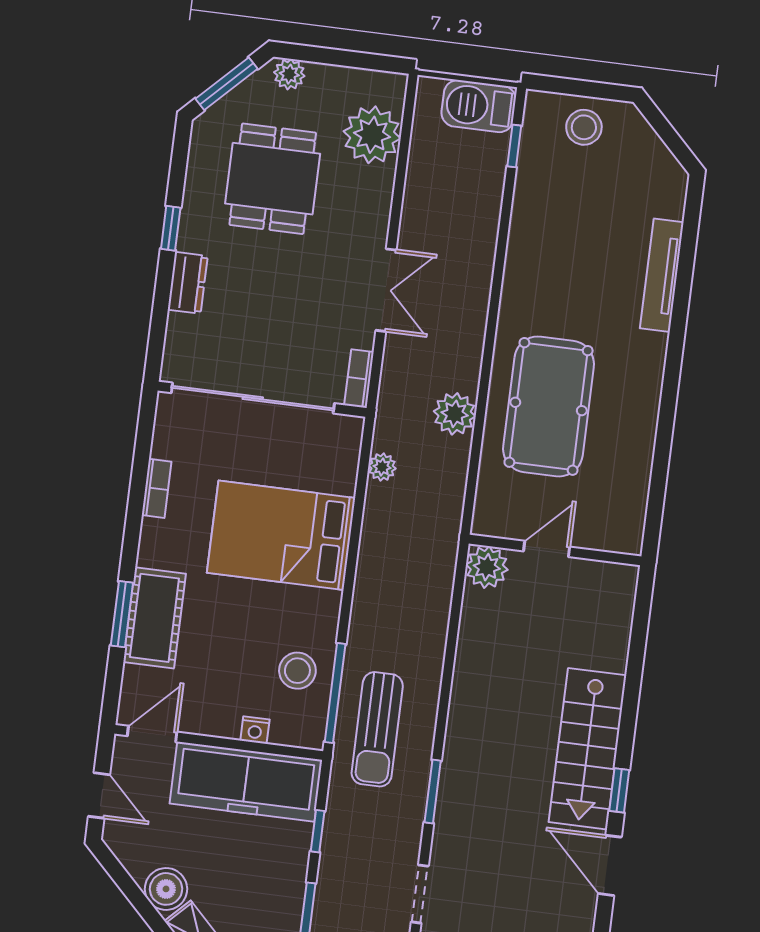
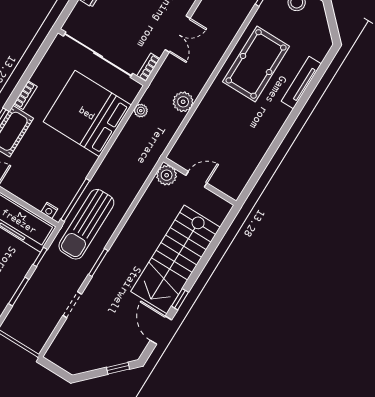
pool table: (549, 406) -> (256, 64), moved
bookcase: (157, 488) -> (25, 95), moved
bed: (281, 535) -> (87, 113), width x1.36
stool: (297, 671) -> (63, 183), removed
sun lounger: (377, 729) -> (86, 224), width x1.36, depth x1.34
nightstand: (255, 730) -> (49, 210), moved
stairs: (588, 749) -> (176, 259), width x1.36, depth x1.51

